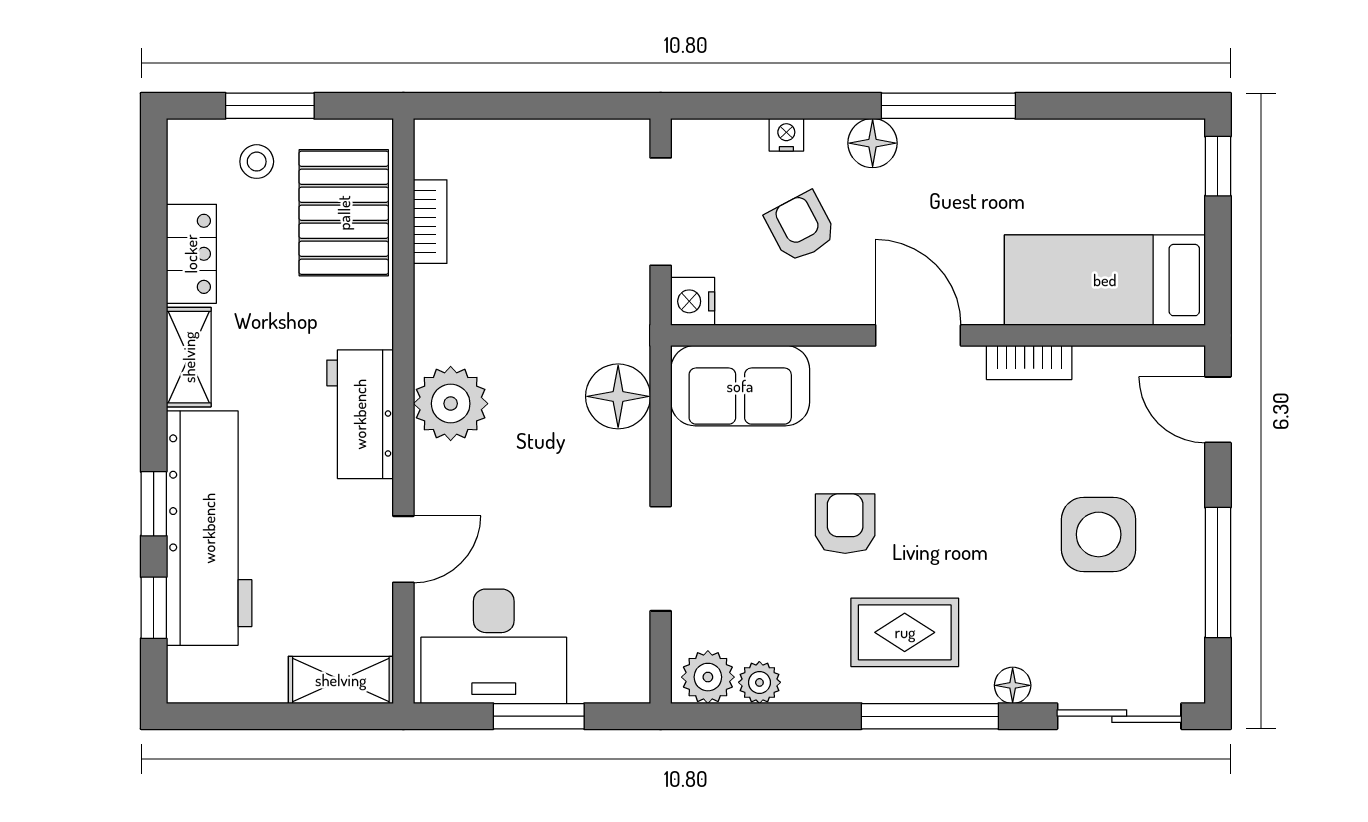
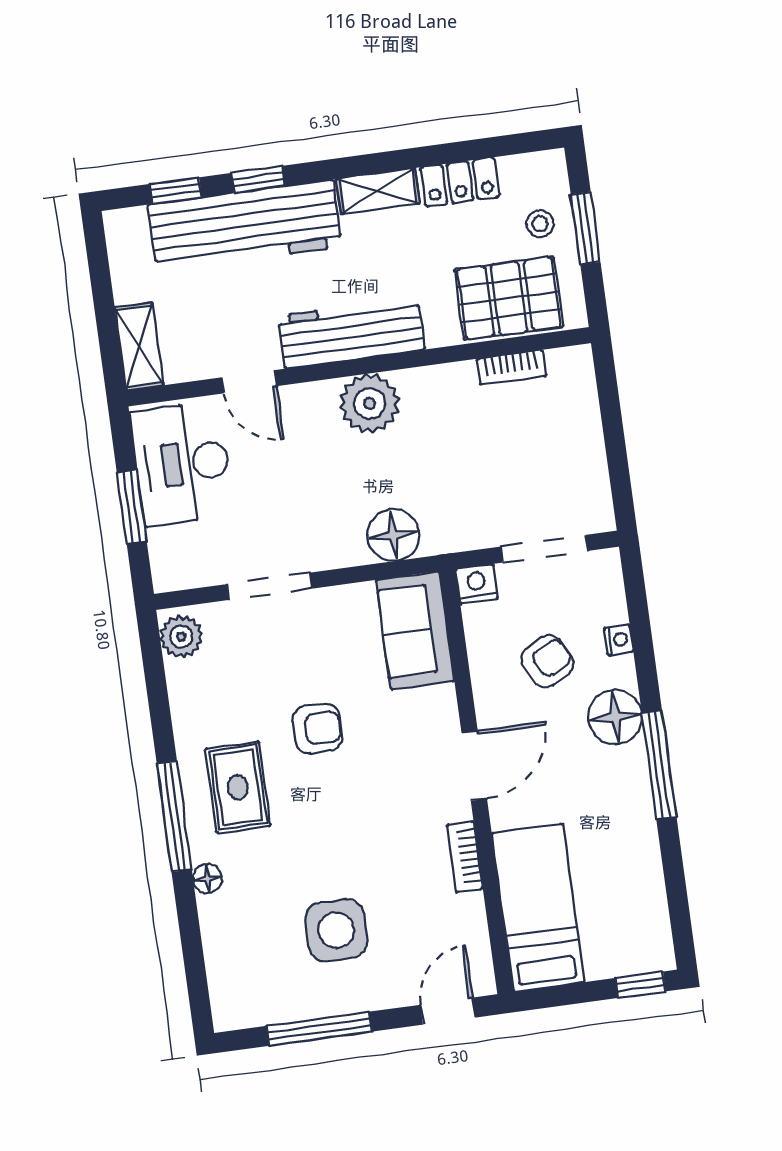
floor lamp: (873, 143) -> (615, 717), width x1.38, depth x1.38
workbench: (360, 414) -> (351, 333), width x1.38
plant: (759, 682) -> (182, 678), removed
sliding door: (1119, 716) -> (195, 966), removed

